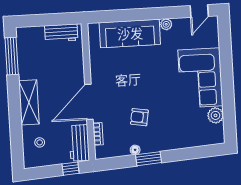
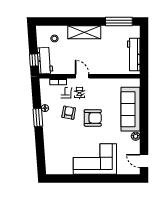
workbench: (61, 33) -> (134, 54), width x1.38
armchair: (145, 84) -> (93, 118), added
door: (89, 102) -> (82, 76), width x0.53
plant: (215, 115) -> (67, 168), removed
workbench: (79, 143) -> (45, 60), moved, turned 86

